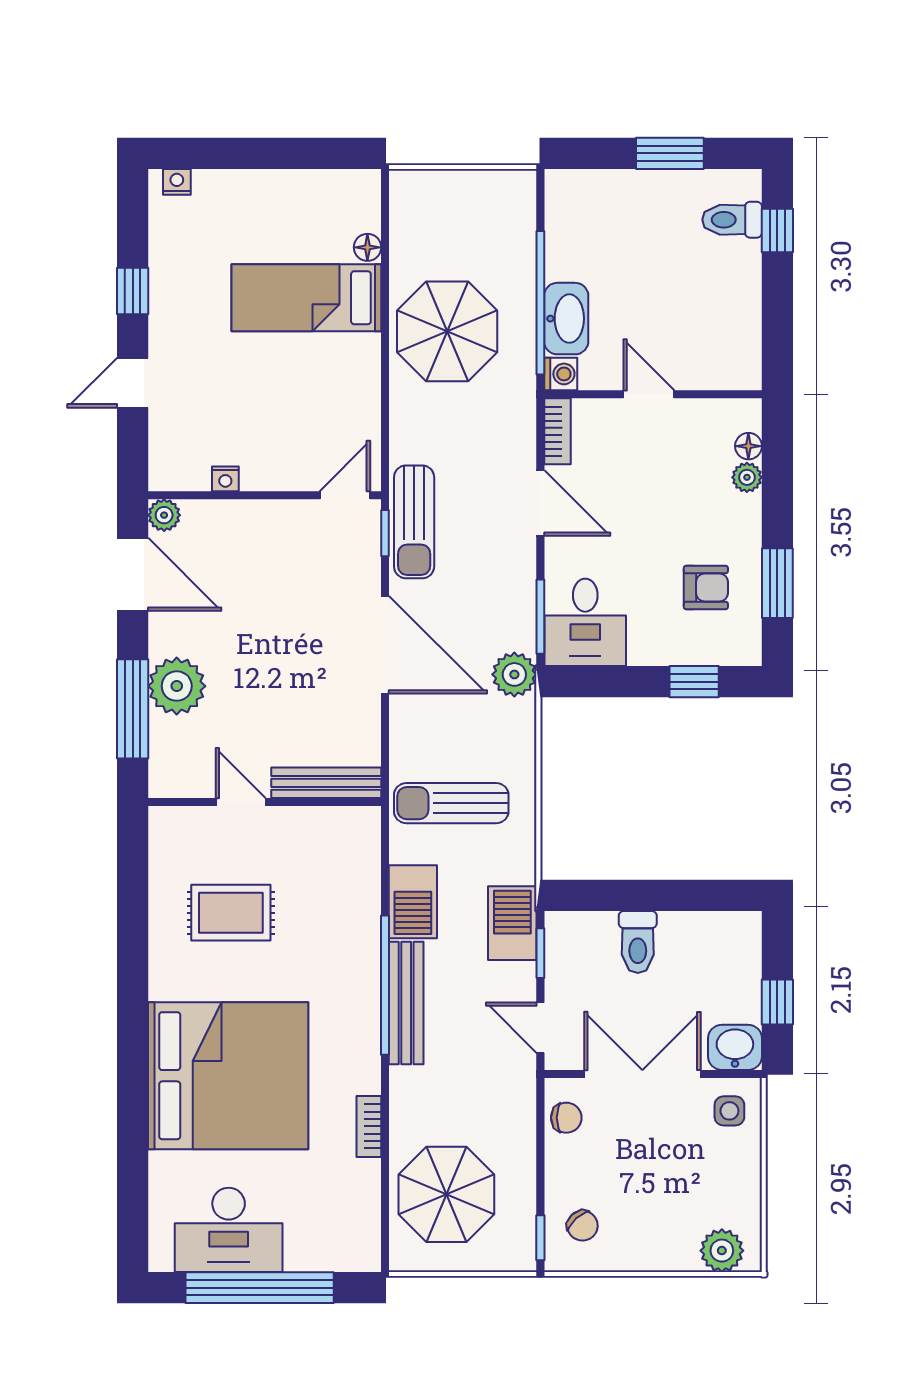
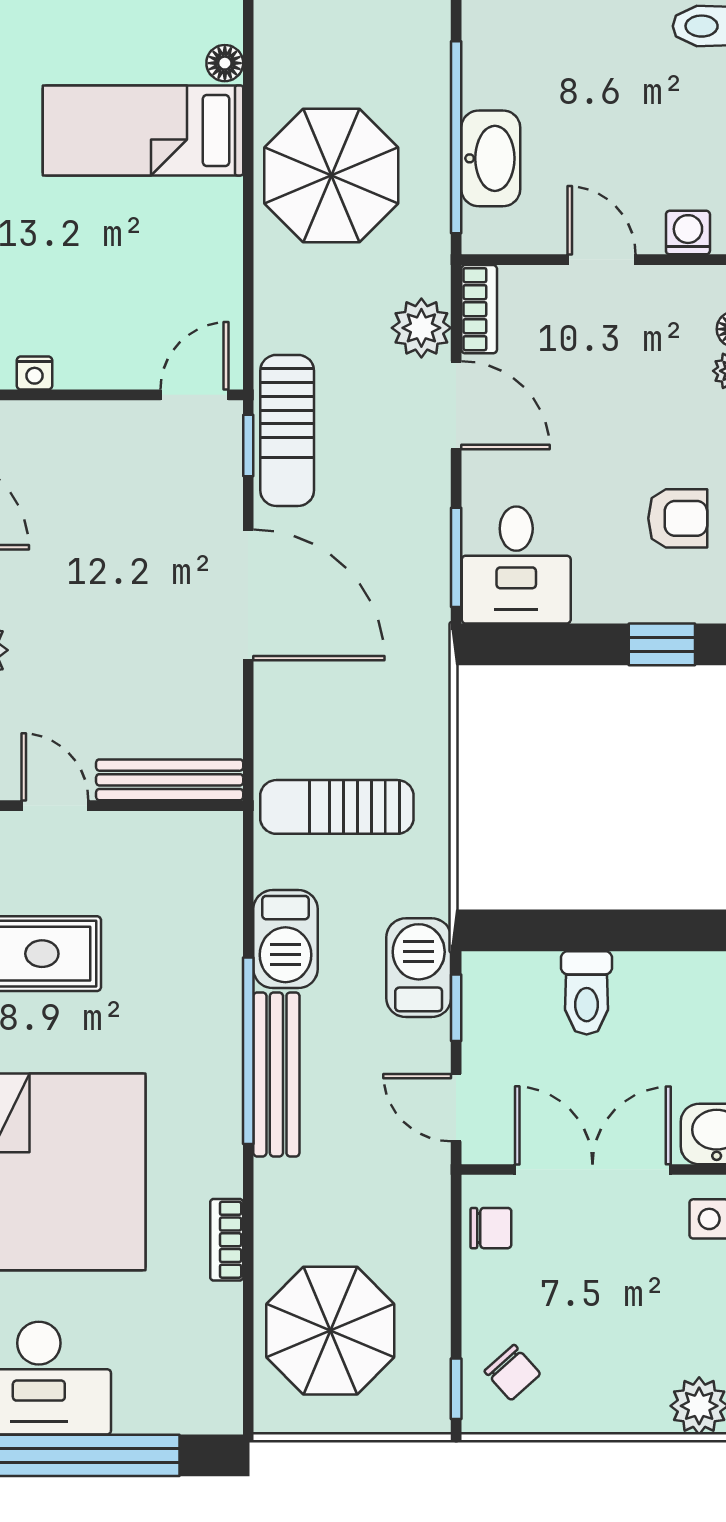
washing machine: (561, 374) -> (688, 233), moved, turned -90
plant: (514, 674) -> (421, 328), moved

